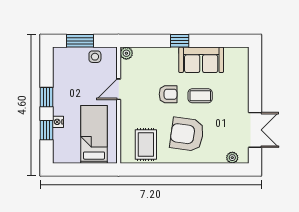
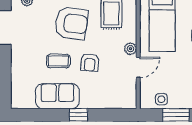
plant: (126, 53) -> (131, 49), moved
armchair: (168, 94) -> (90, 62), turned -86

